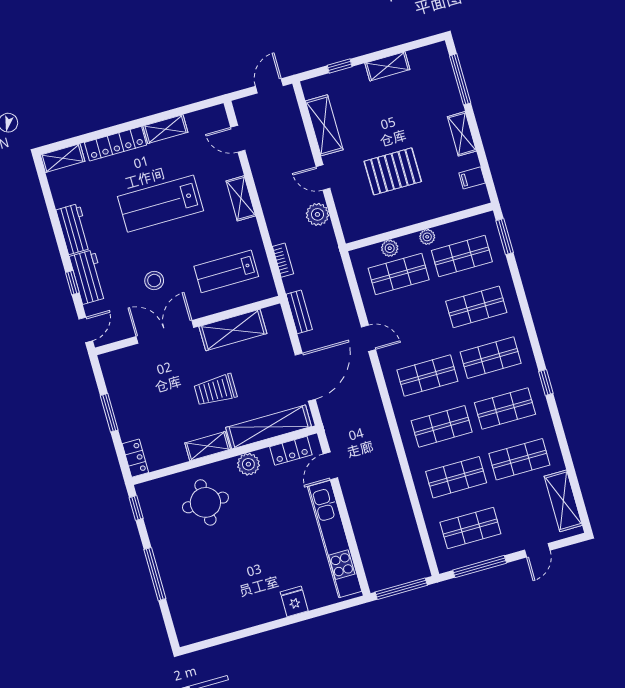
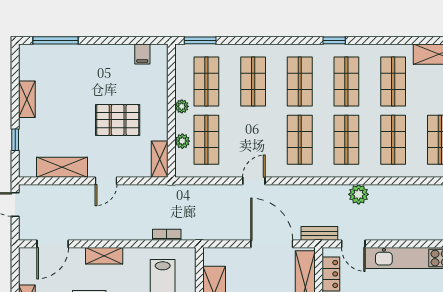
shelving: (462, 134) -> (160, 159), moved, turned 90
door: (238, 139) -> (53, 244), width x1.38
pallet: (393, 171) -> (118, 120), turned 90
plant: (317, 214) -> (359, 194), moved
bench: (299, 312) -> (319, 233), moved

